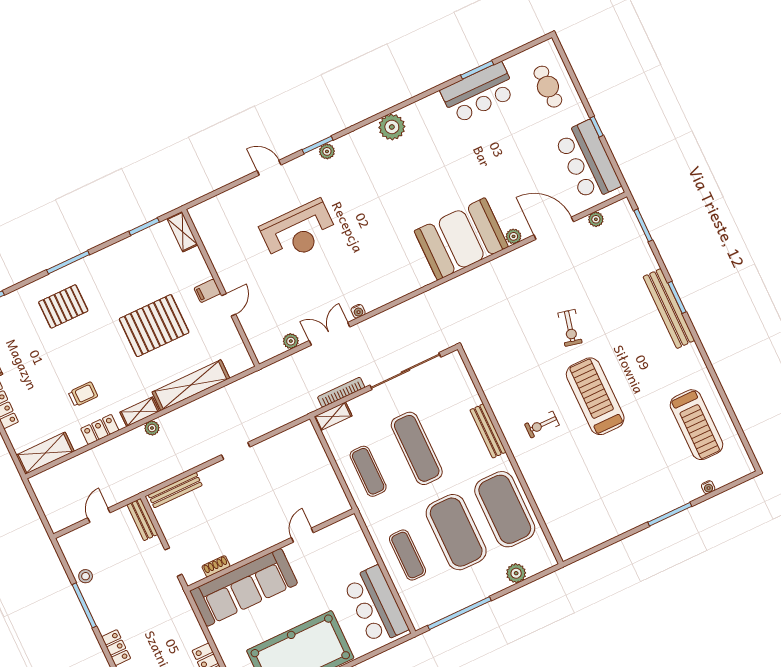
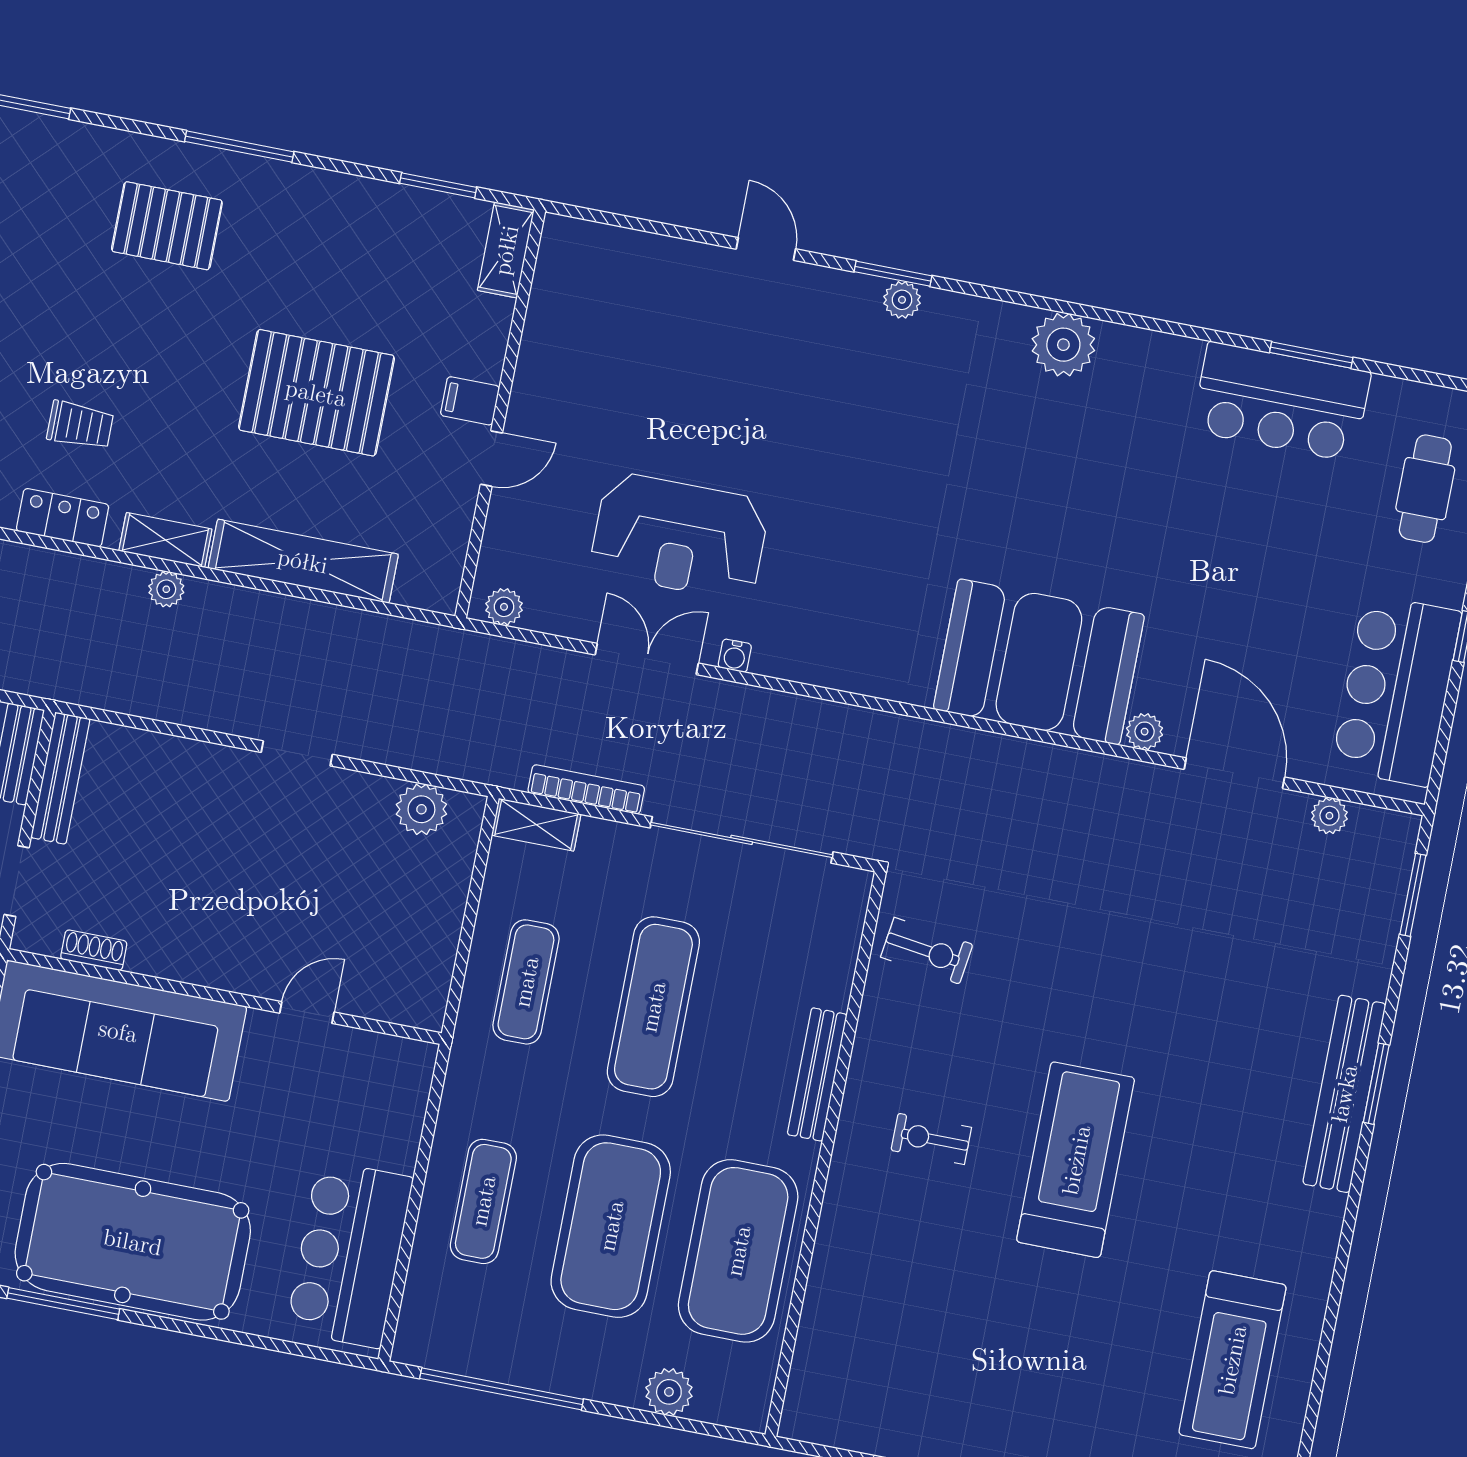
reception desk: (299, 231) -> (679, 536), moved
exercise bike: (570, 328) -> (927, 951), moved, turned -95
plant: (291, 341) -> (504, 607), moved
plant: (291, 439) -> (421, 809), added
bench: (175, 490) -> (60, 778), moved, turned 90

